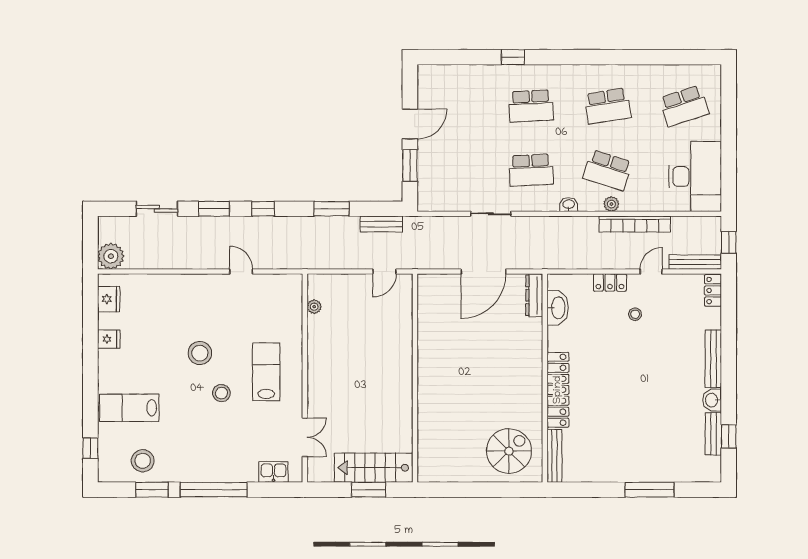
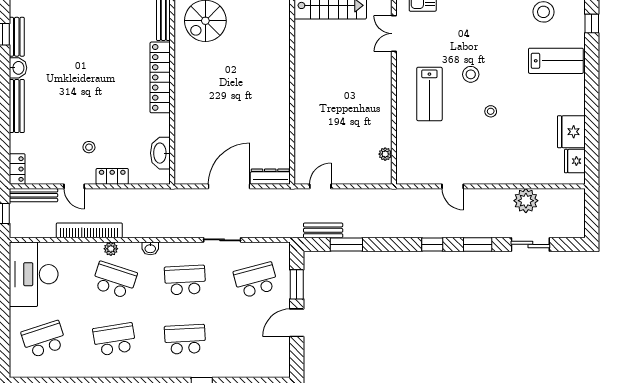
school desk: (454, 170) -> (256, 280), added
window: (332, 209) -> (346, 244), moved
plant: (111, 256) -> (526, 201), moved
door: (651, 272) -> (74, 186), hinge flipped
dresser: (534, 295) -> (270, 177), moved, turned -90
fridge: (109, 339) -> (571, 132), width x1.88, depth x1.34
stool: (200, 353) -> (491, 111), width x0.53, depth x0.53

